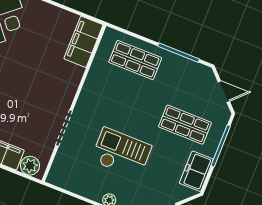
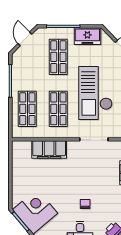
filing cabinet: (83, 42) -> (49, 150), moved
shop shelf: (120, 99) -> (58, 109), added
checkout: (121, 153) -> (95, 93), width x1.36, depth x1.21

